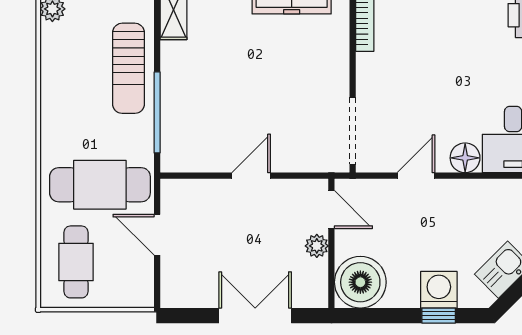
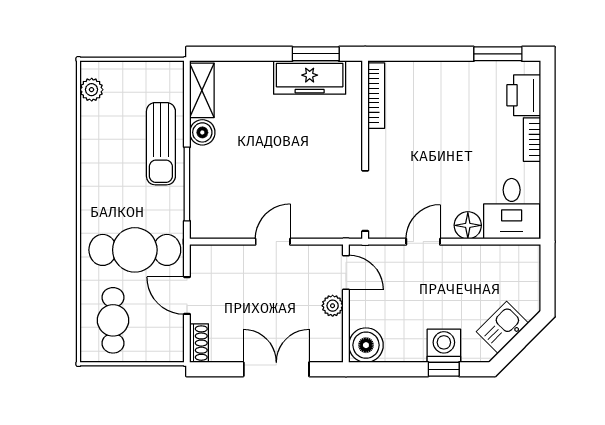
boiler: (174, 56) -> (202, 132), added
boiler: (360, 282) -> (366, 345), width x0.73, depth x0.73
shoe rack: (170, 287) -> (199, 343), added

